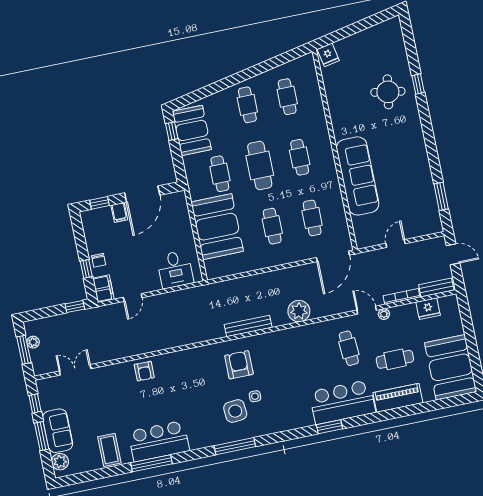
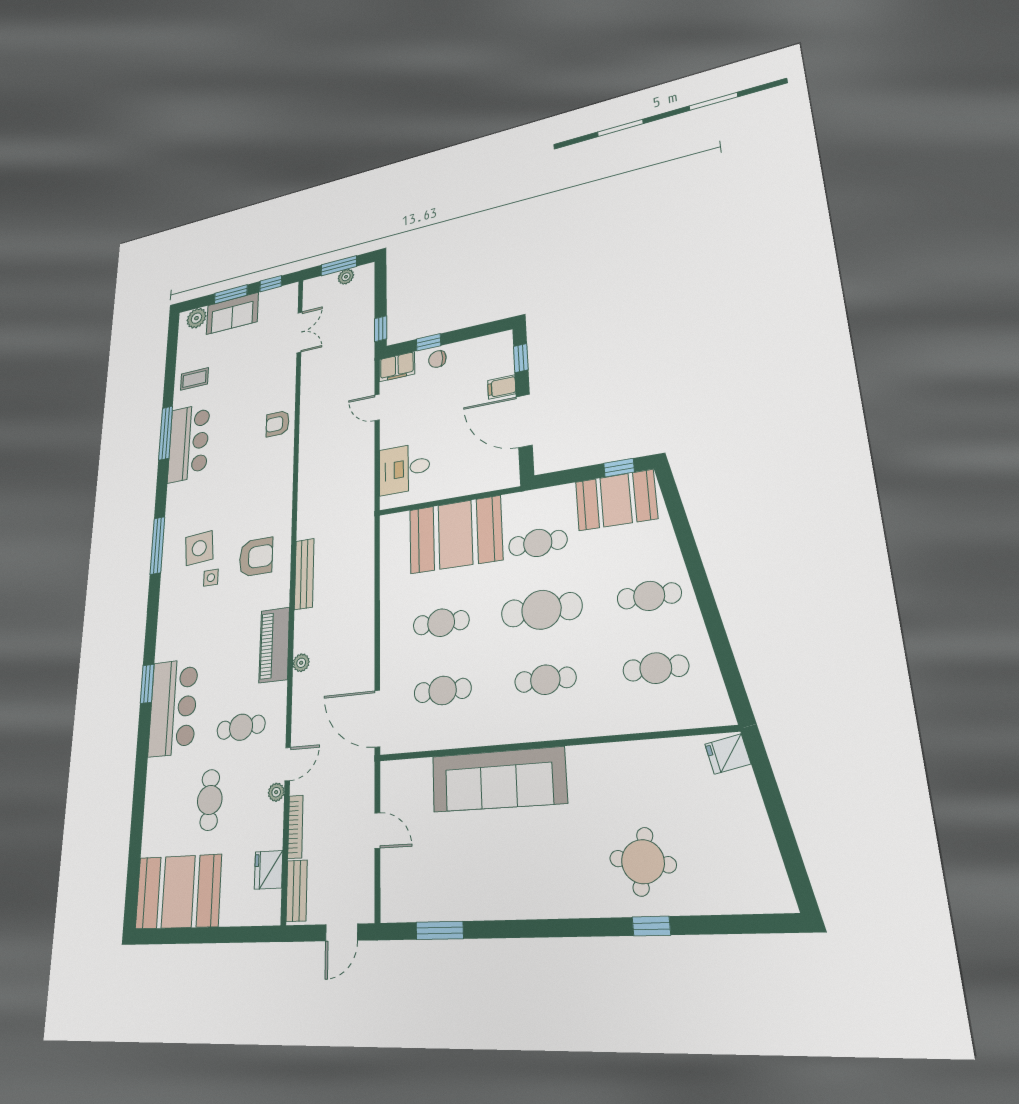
plant: (299, 311) -> (301, 663), width x0.53, depth x0.53
piano: (398, 398) -> (274, 645), moved, turned 180
coffee table: (109, 450) -> (194, 379), width x0.73, depth x0.77

